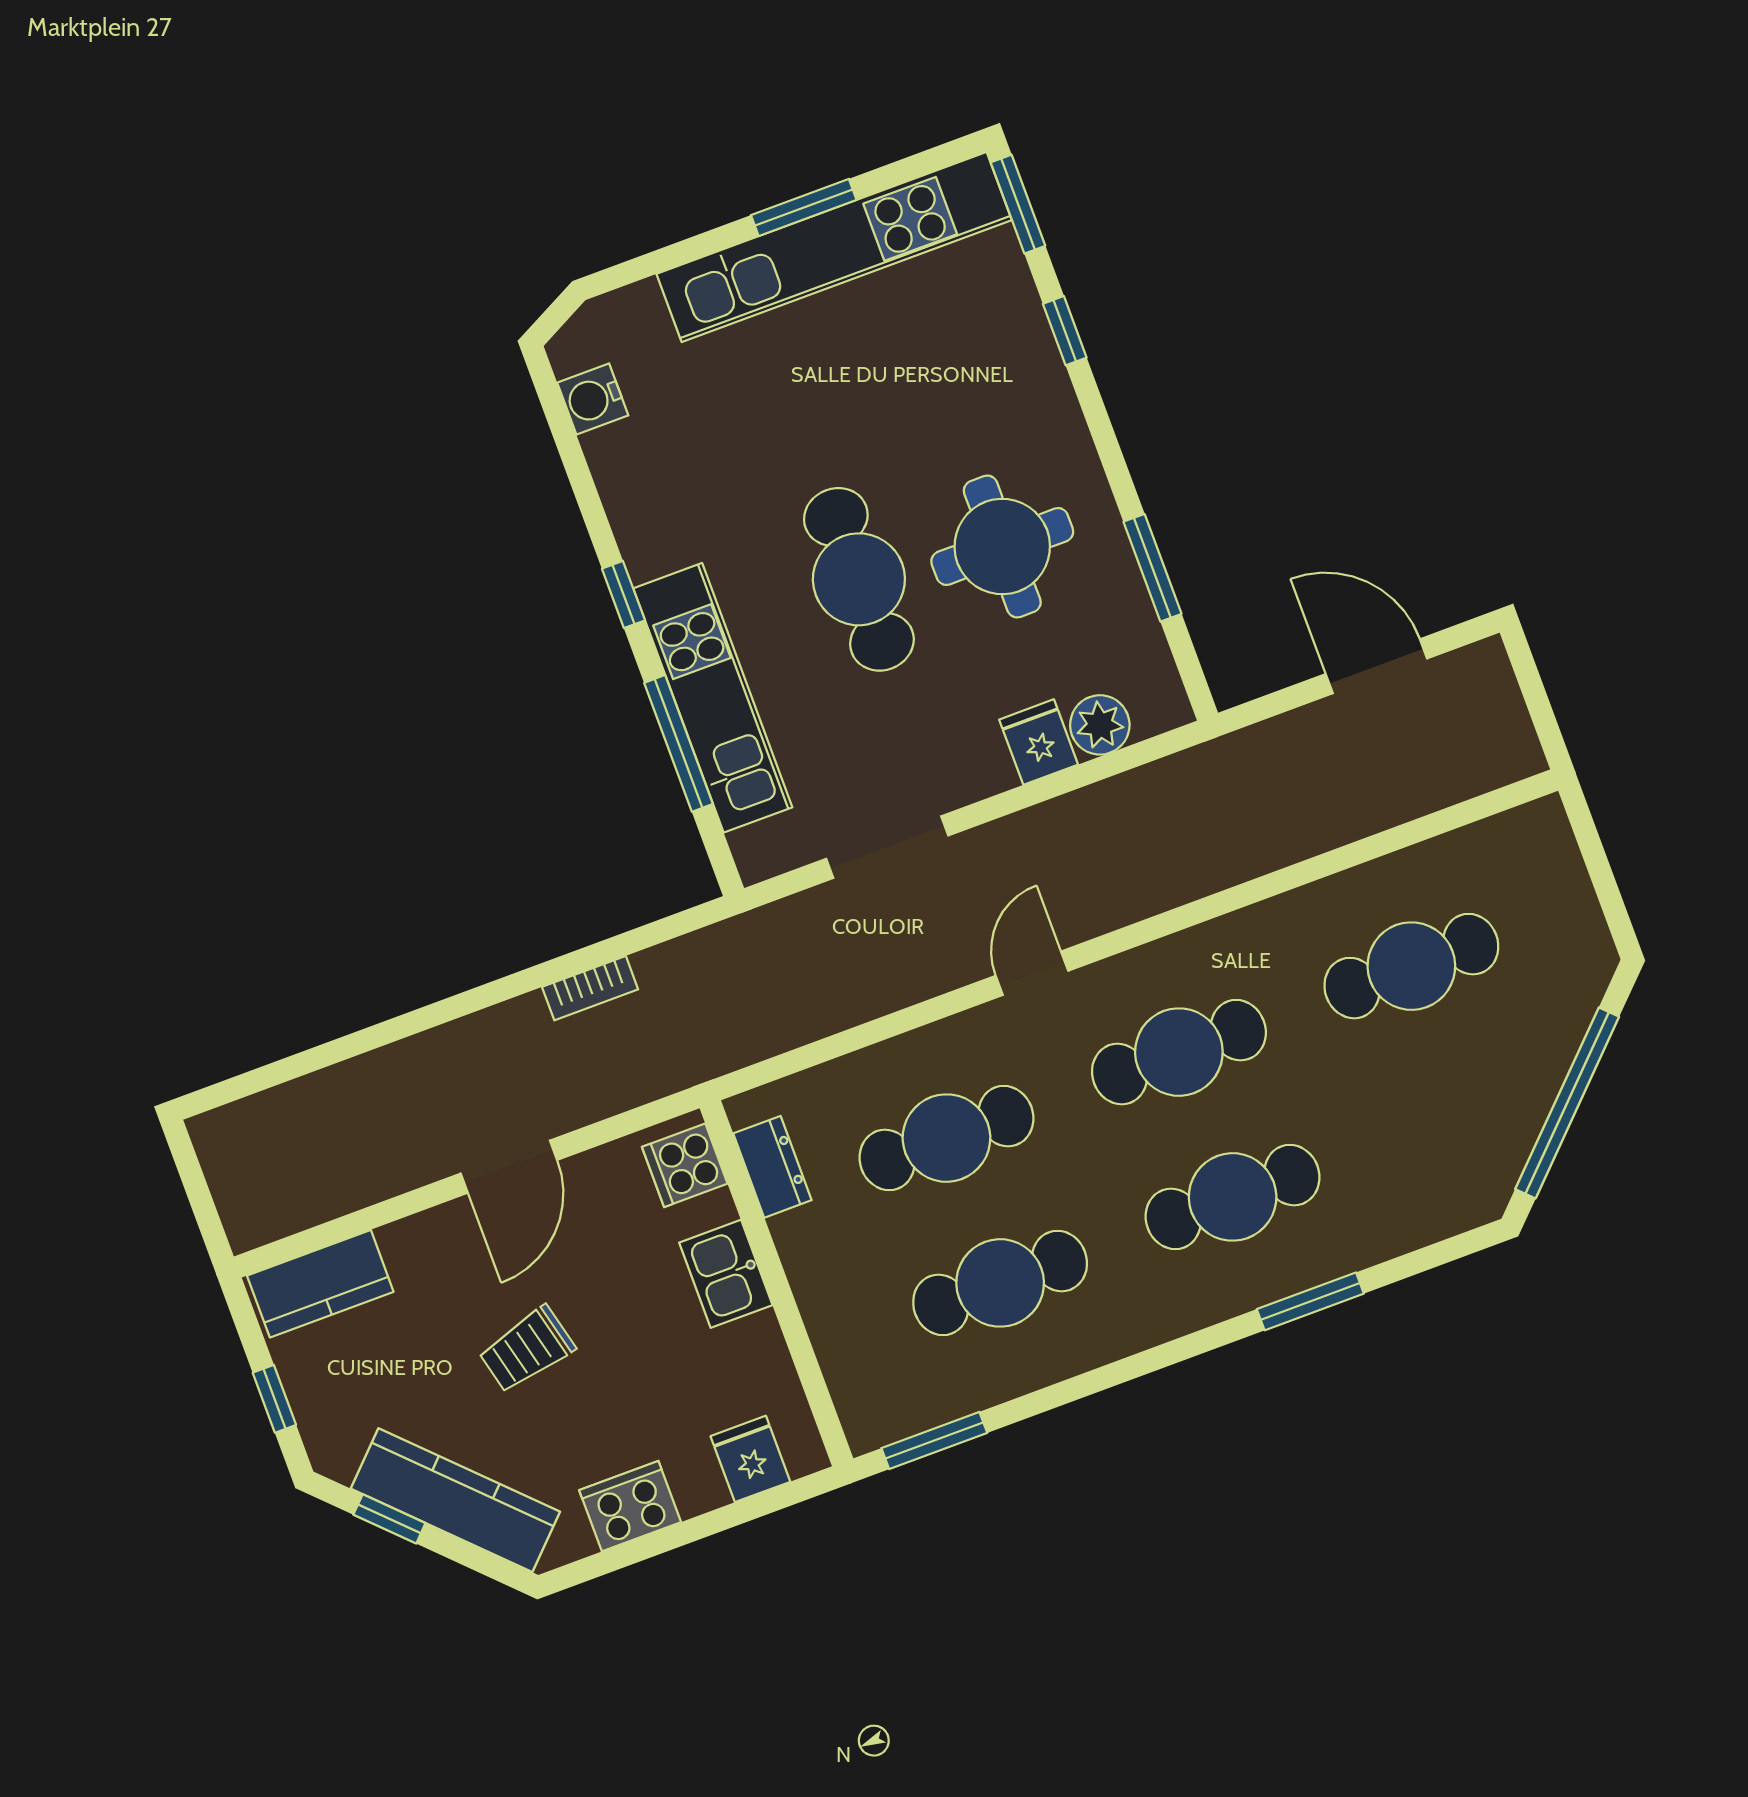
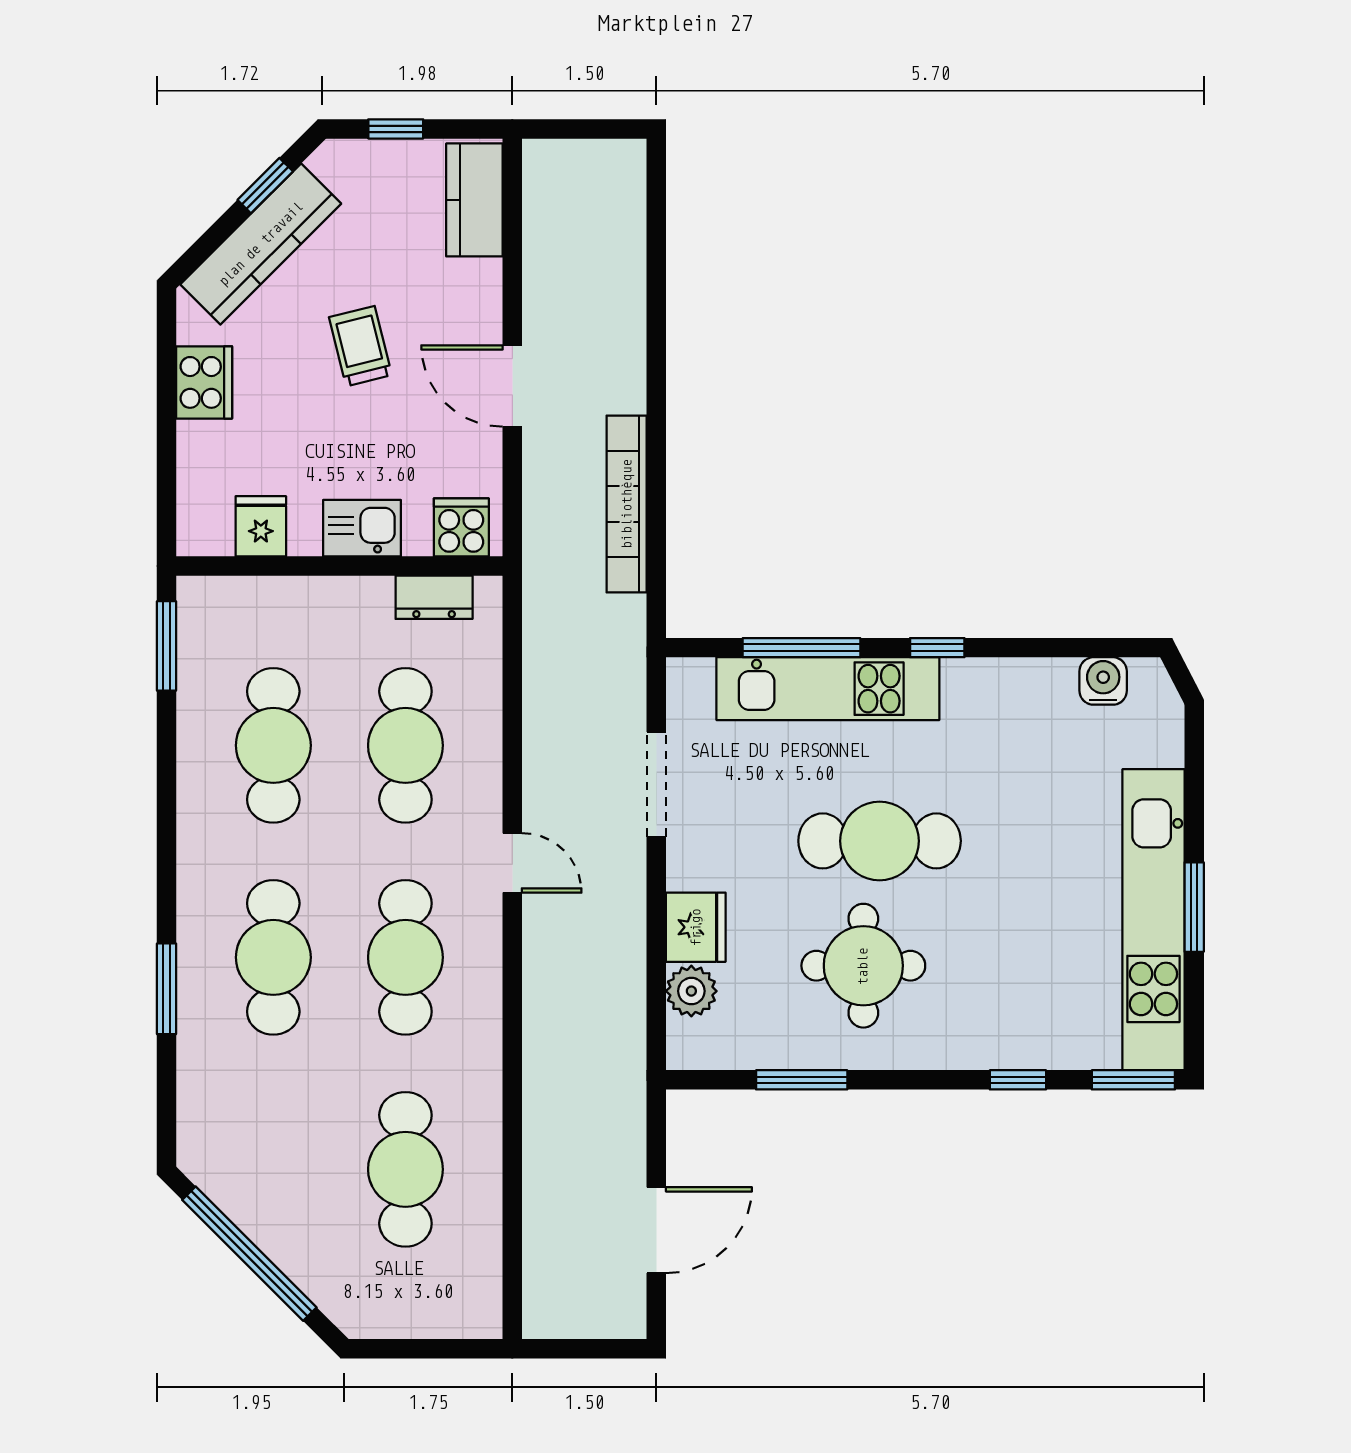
fridge: (1039, 742) -> (696, 927), width x1.38
bookcase: (590, 988) -> (627, 504), width x2.31, depth x1.31
fridge: (750, 1459) -> (261, 526), moved, turned -90

